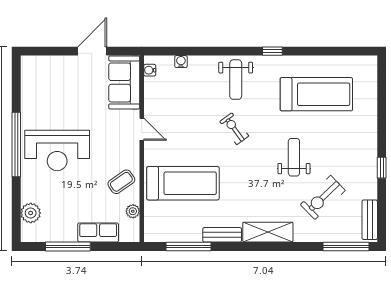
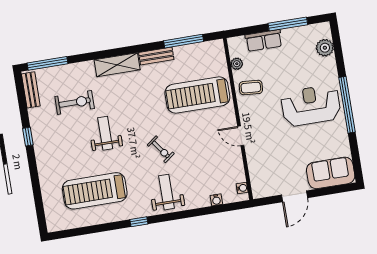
sofa: (124, 82) -> (331, 173), moved, turned -90
weight bench: (294, 157) -> (105, 133), turned 180
coffee table: (121, 182) -> (251, 88), turned 39
exercise bike: (323, 198) -> (75, 102), turned 44

